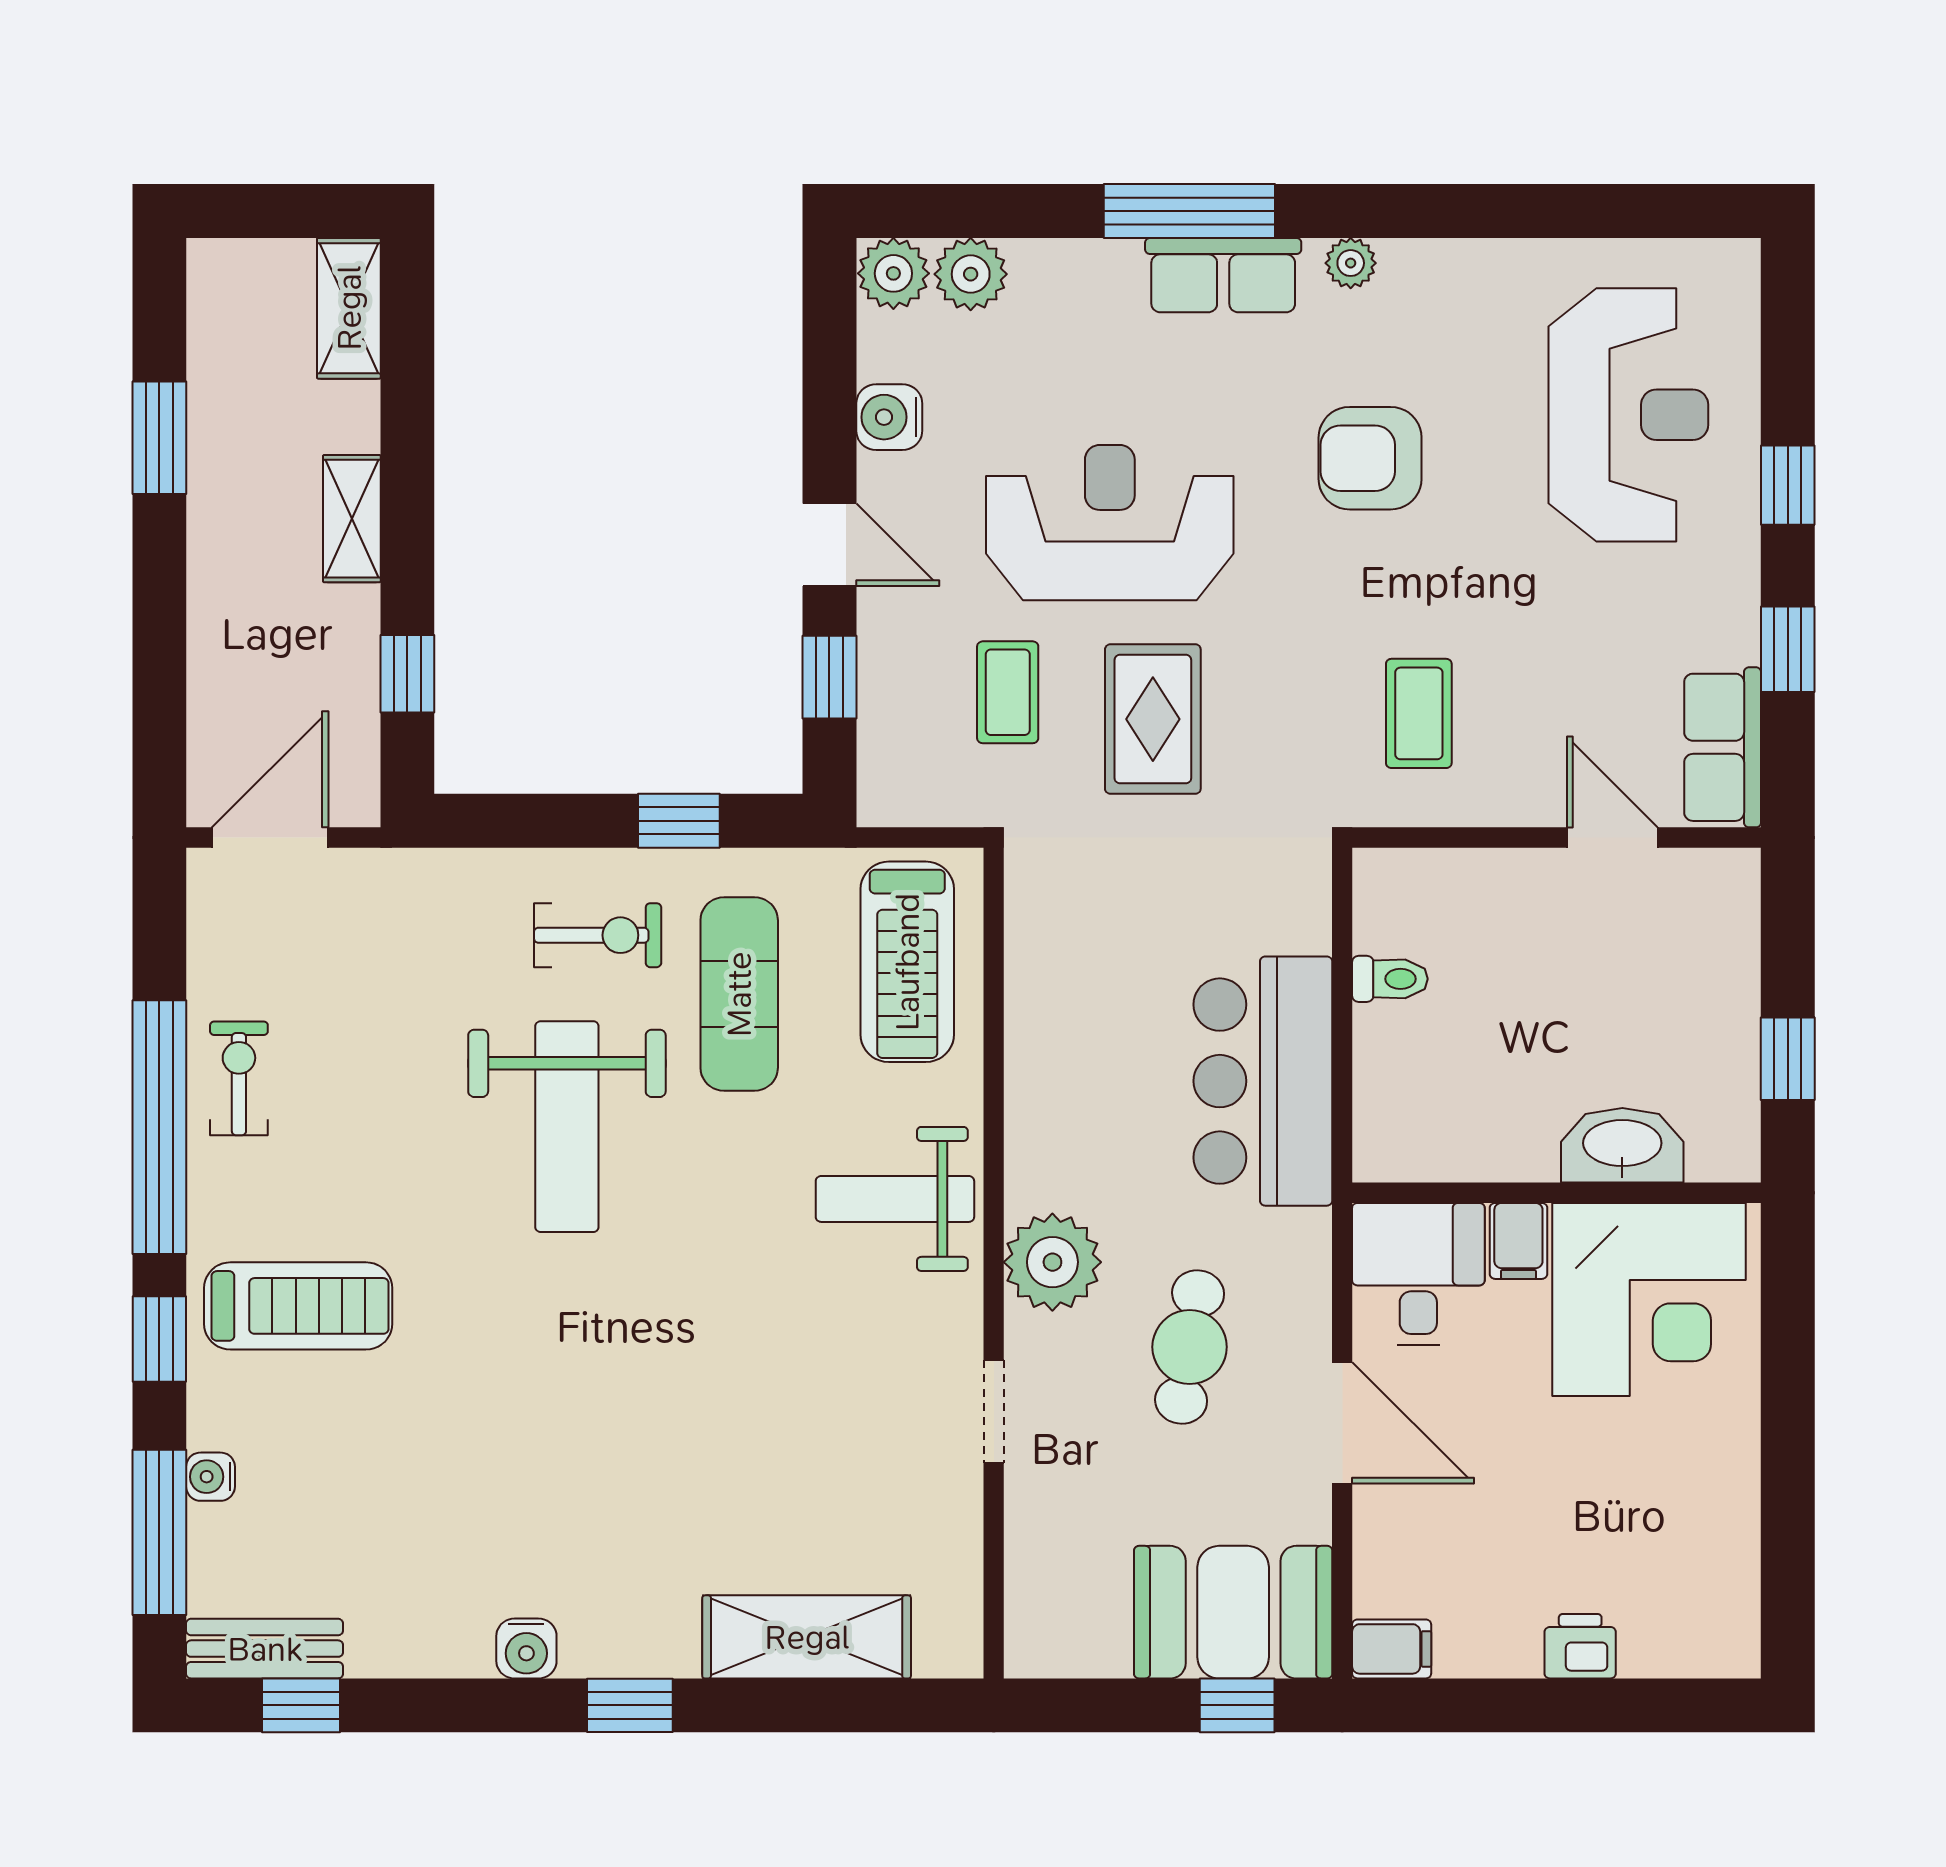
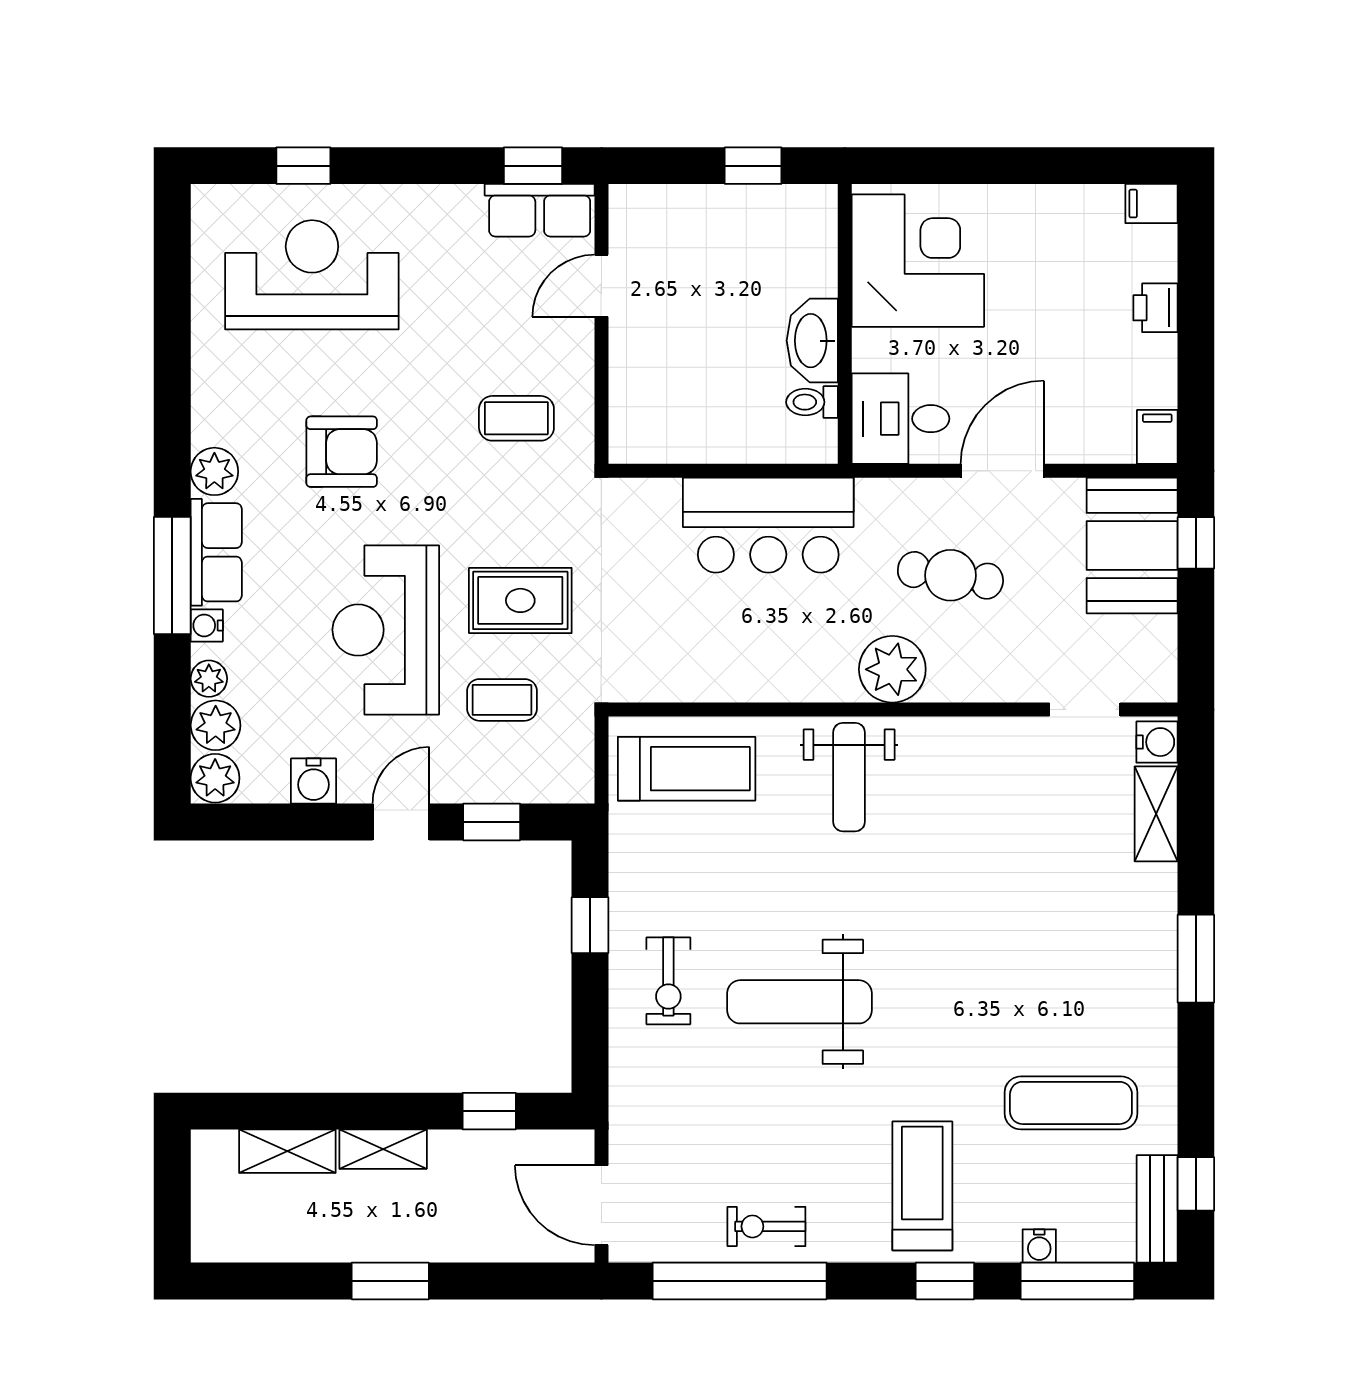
water cooler: (1116, 261) -> (207, 625), added
plant: (1351, 263) -> (214, 471), width x1.38, depth x1.38
plant: (1039, 264) -> (209, 679), added
shelving: (349, 308) -> (287, 1151), moved
window: (159, 438) -> (390, 1281), moved
armchair: (1370, 458) -> (342, 452), turned -90
window: (1788, 485) -> (303, 166), moved
window: (1788, 649) -> (533, 166), moved
exercise bike: (598, 935) -> (668, 981), turned 180
toilet: (1390, 979) -> (812, 402), moved, turned -90
exercise mat: (739, 994) -> (1071, 1103), moved
window: (159, 1127) -> (740, 1281), moved
weight bench: (567, 1127) -> (799, 1002), turned 180
washbasin: (1622, 1145) -> (812, 341), moved
filing cabinet: (1518, 1241) -> (1151, 204), moved, turned 180
doorway: (994, 1412) -> (1085, 710), moved
shelving: (807, 1637) -> (1156, 814), width x0.67, depth x0.75
water cooler: (526, 1648) -> (1157, 742), moved
window: (630, 1705) -> (1196, 959), width x1.50

